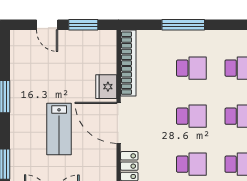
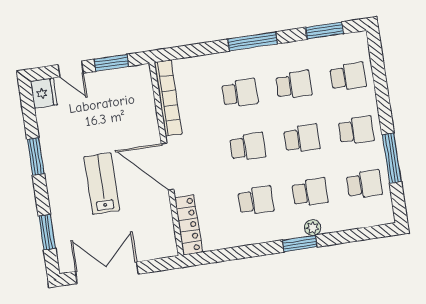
window: (183, 25) -> (252, 41), moved
fridge: (106, 87) -> (44, 93), moved, turned 180
lab bench: (59, 129) -> (102, 184), turned 180

